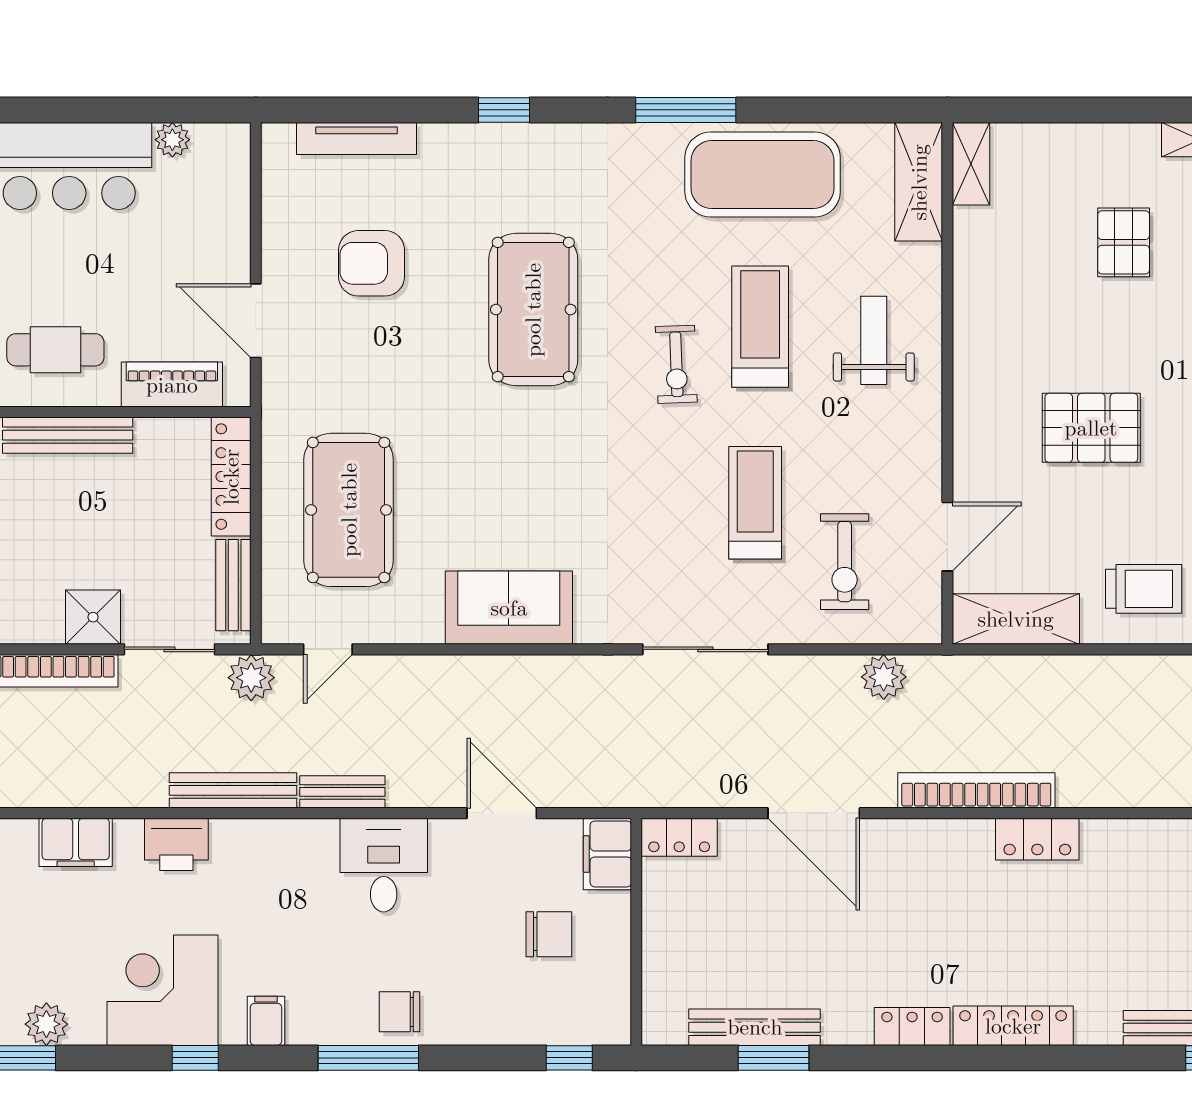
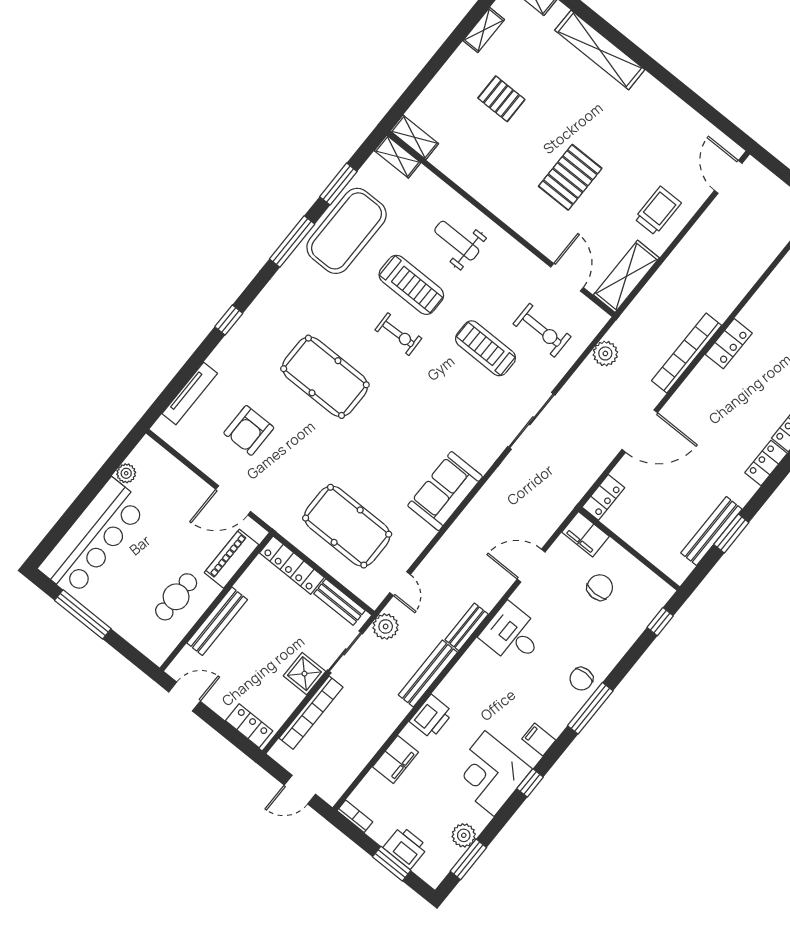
window: (819, 110) -> (338, 184), added
shelving: (919, 182) -> (397, 157), width x0.67, depth x0.75
treadmill: (760, 327) -> (411, 285), turned 180

